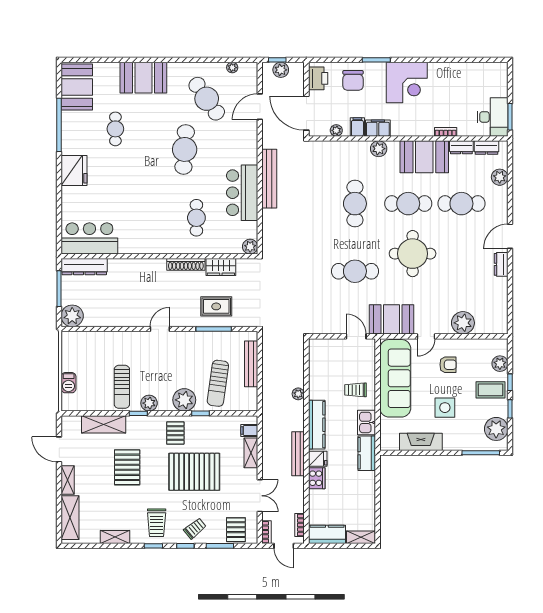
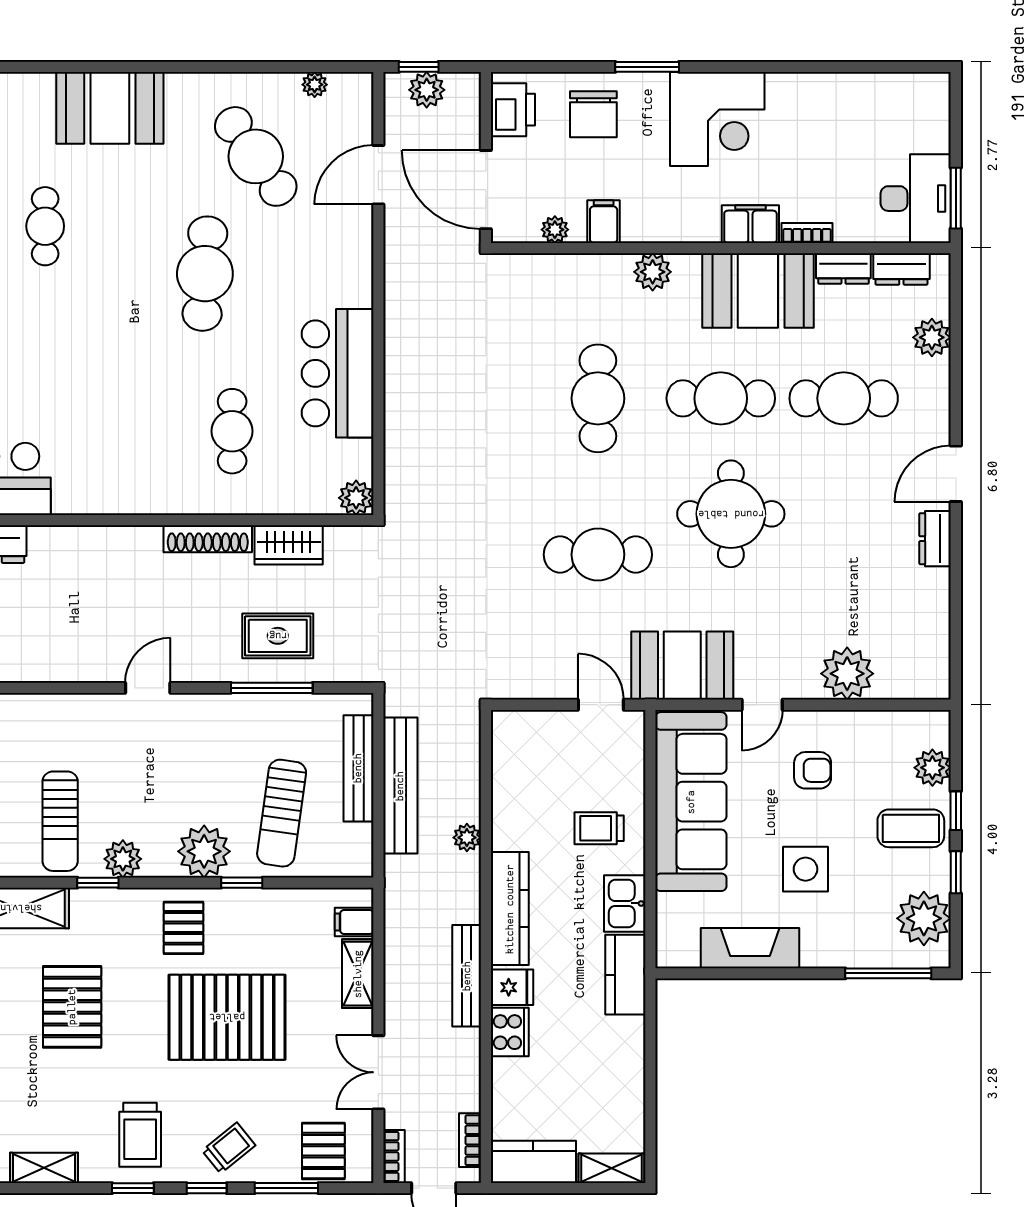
filing cabinet: (378, 128) -> (750, 224), moved
bench: (269, 179) -> (400, 786), moved
double door: (260, 496) -> (378, 1072), swing flipped

